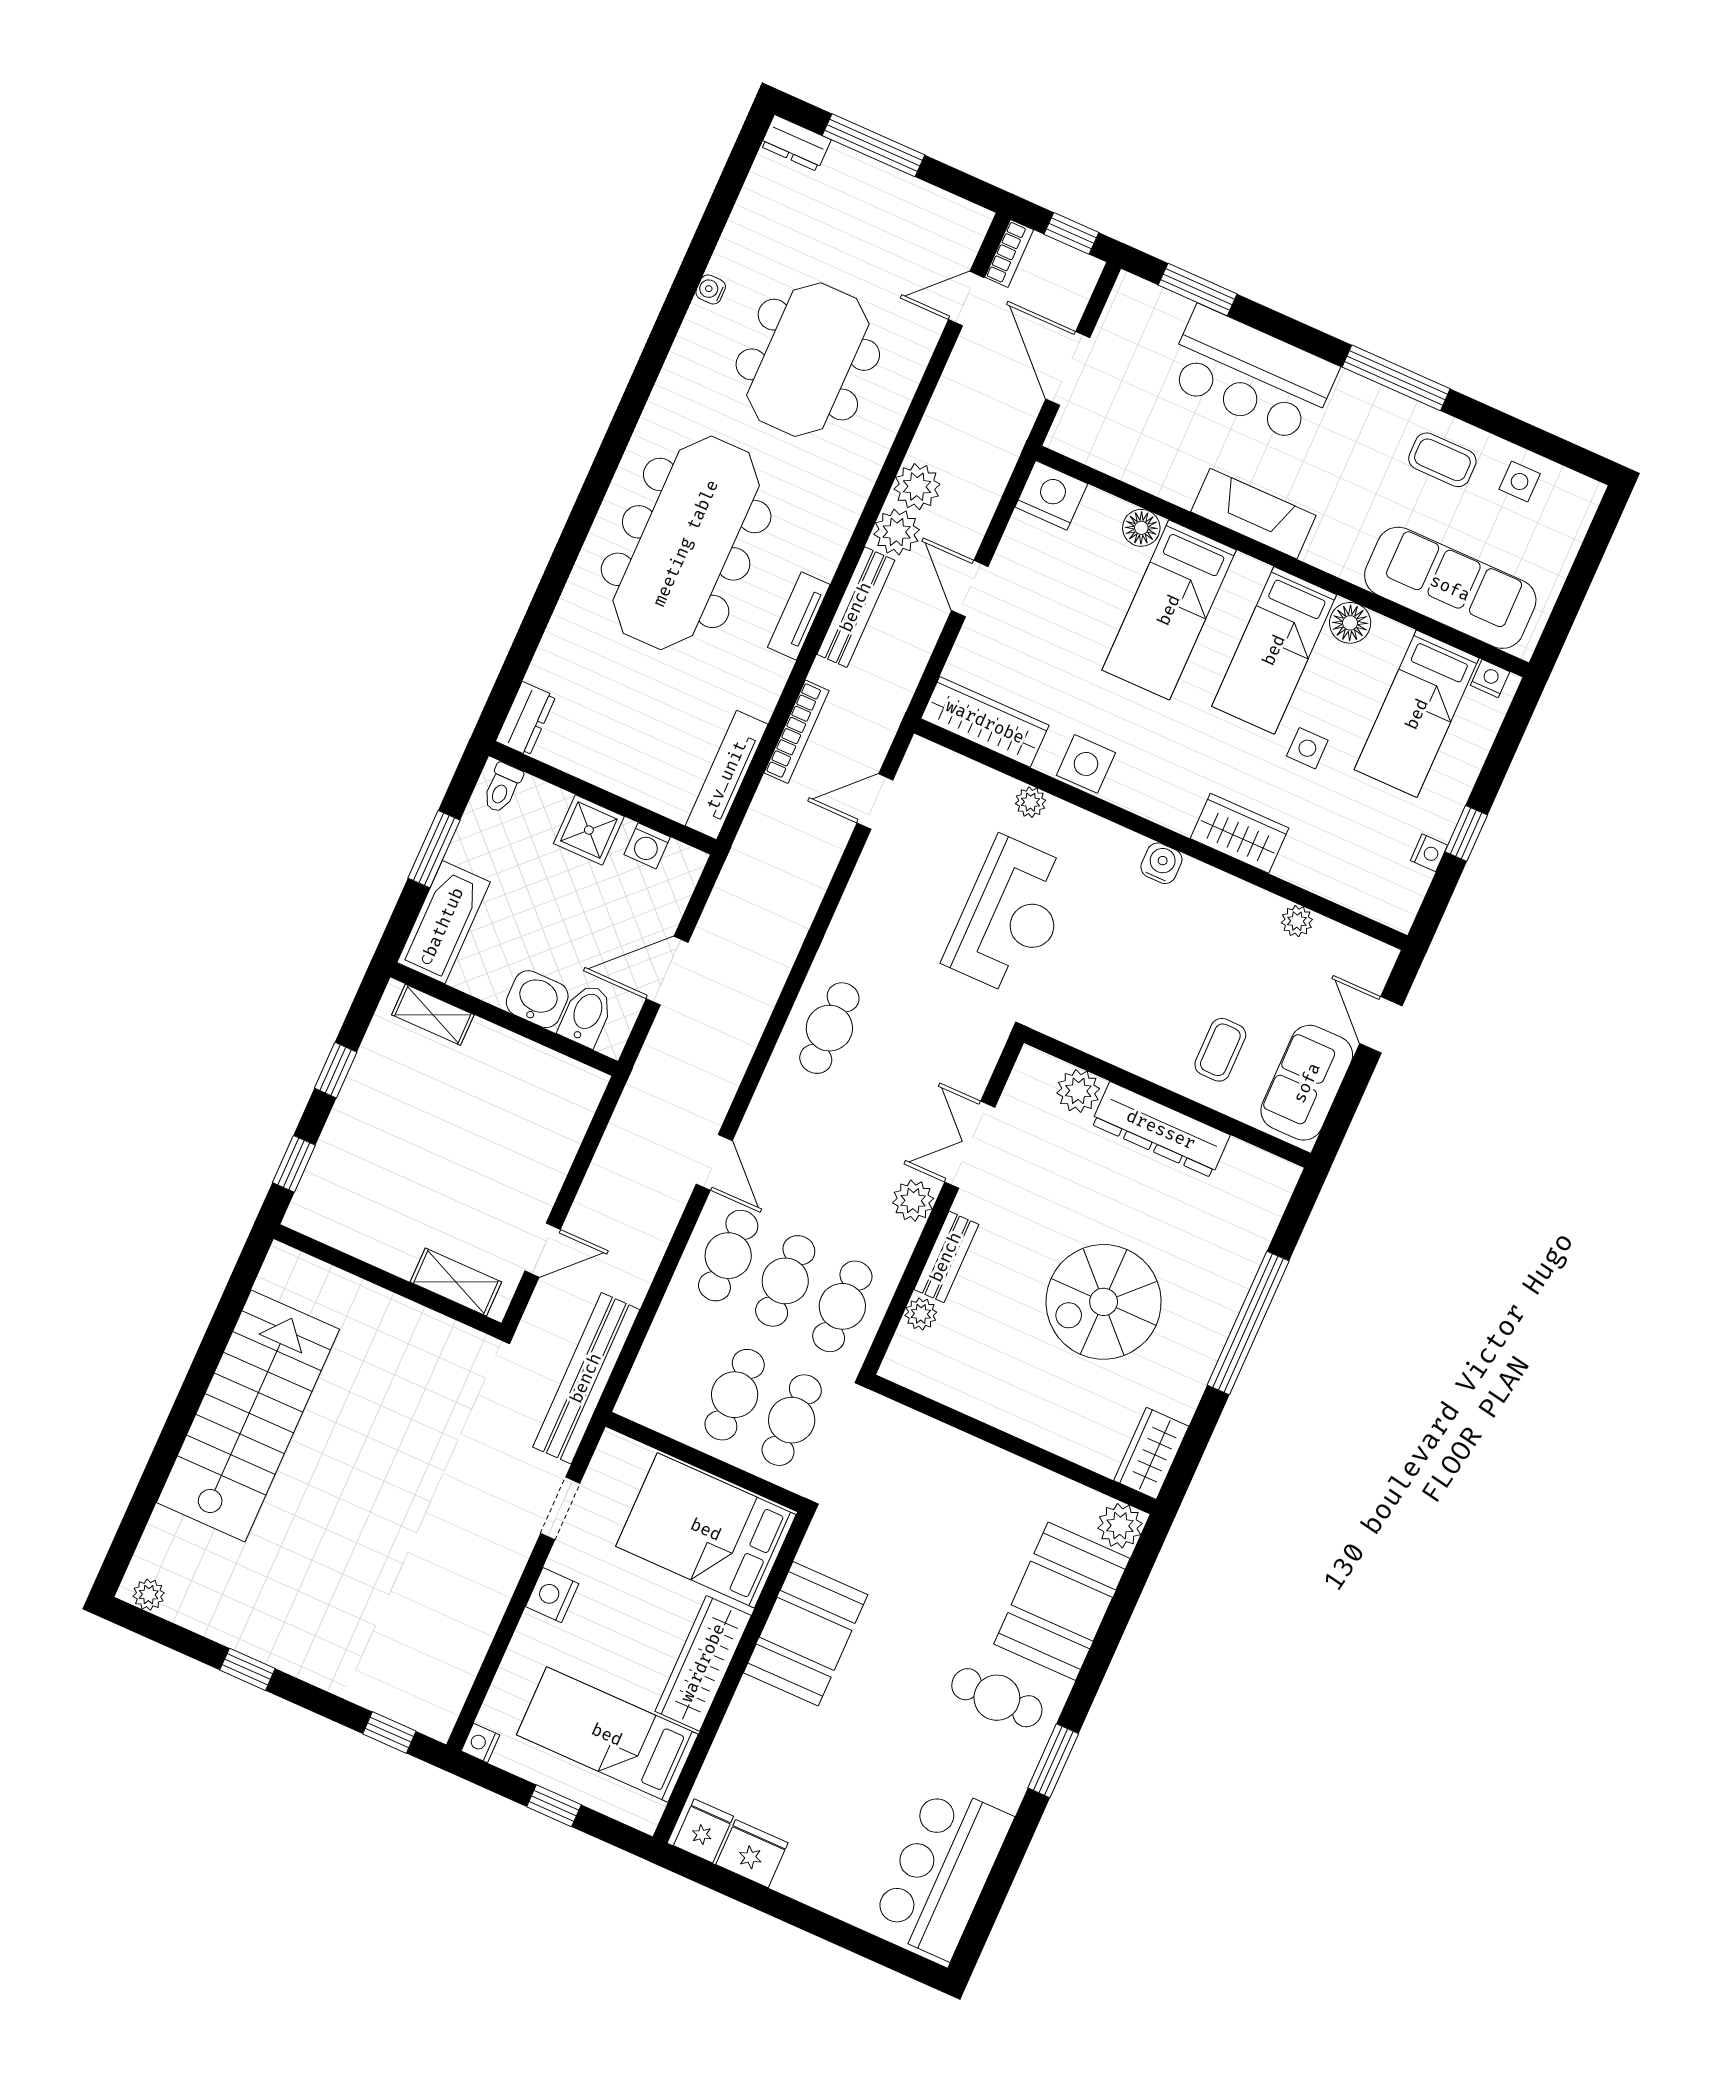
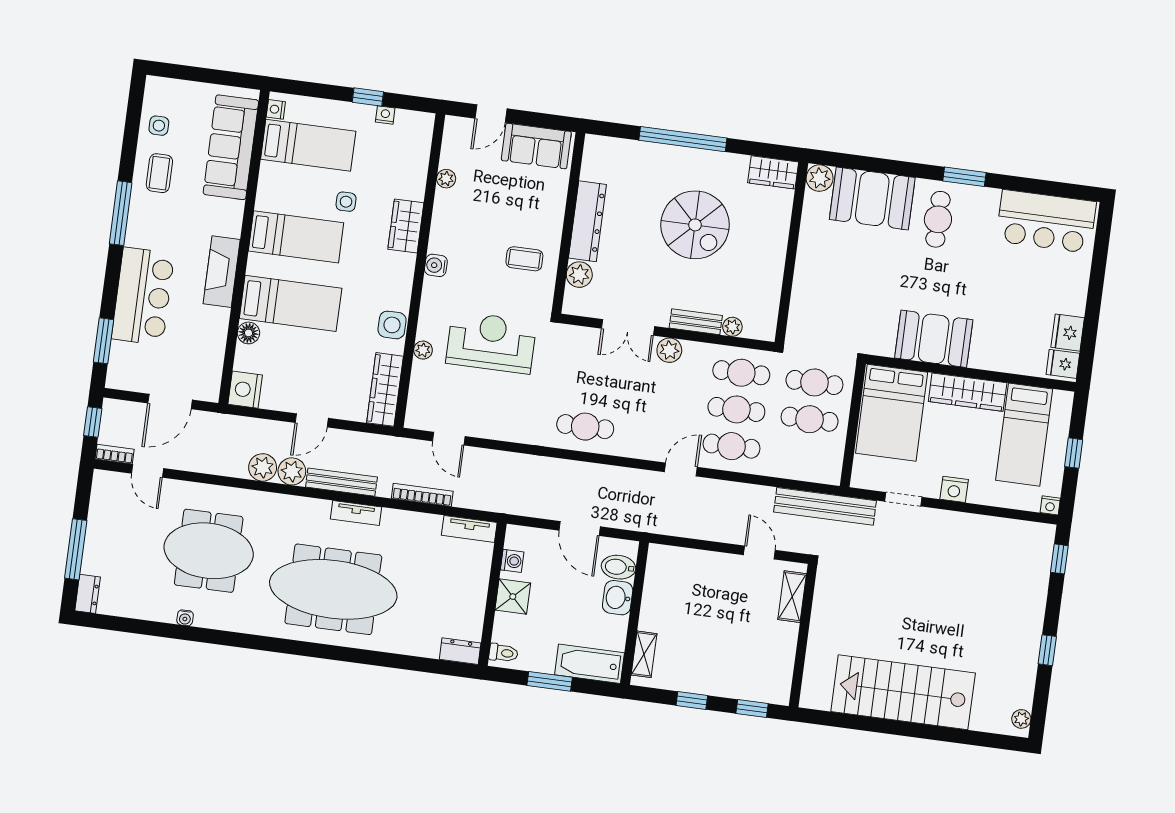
floor lamp: (1350, 623) -> (268, 198), removed
tv unit: (727, 775) -> (469, 529), width x0.71
coffee table: (1220, 1050) -> (524, 259), moved

